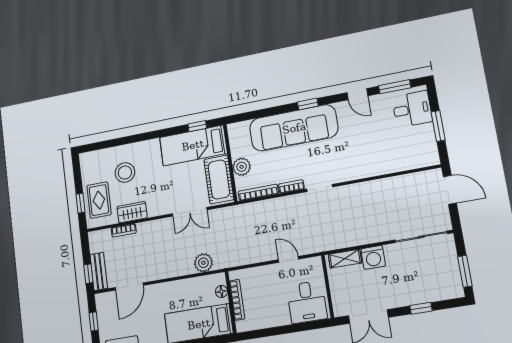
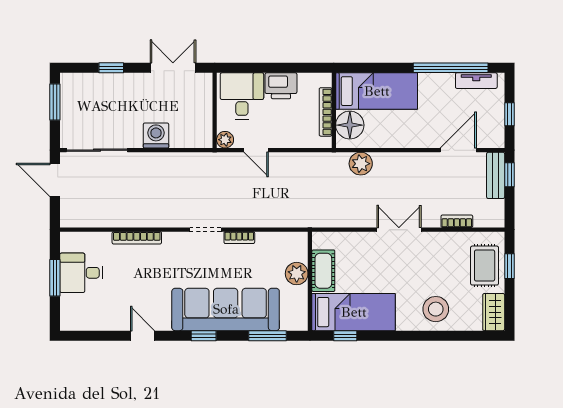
window: (395, 87) -> (268, 336), moved
desk: (412, 109) -> (81, 273), moved
stool: (125, 172) -> (436, 309), moved
cot: (219, 179) -> (323, 271), width x0.73, depth x0.75
door: (450, 190) -> (55, 180), moved
bookcase: (258, 192) -> (137, 238), moved
wardrobe: (132, 212) -> (494, 312), moved, turned 90
double door: (190, 212) -> (399, 230), moved
shelving: (345, 259) -> (189, 140), removed
plant: (315, 264) -> (225, 140), added
floor lamp: (221, 292) -> (350, 125), width x1.89, depth x1.89
printer: (276, 316) -> (281, 86), added

